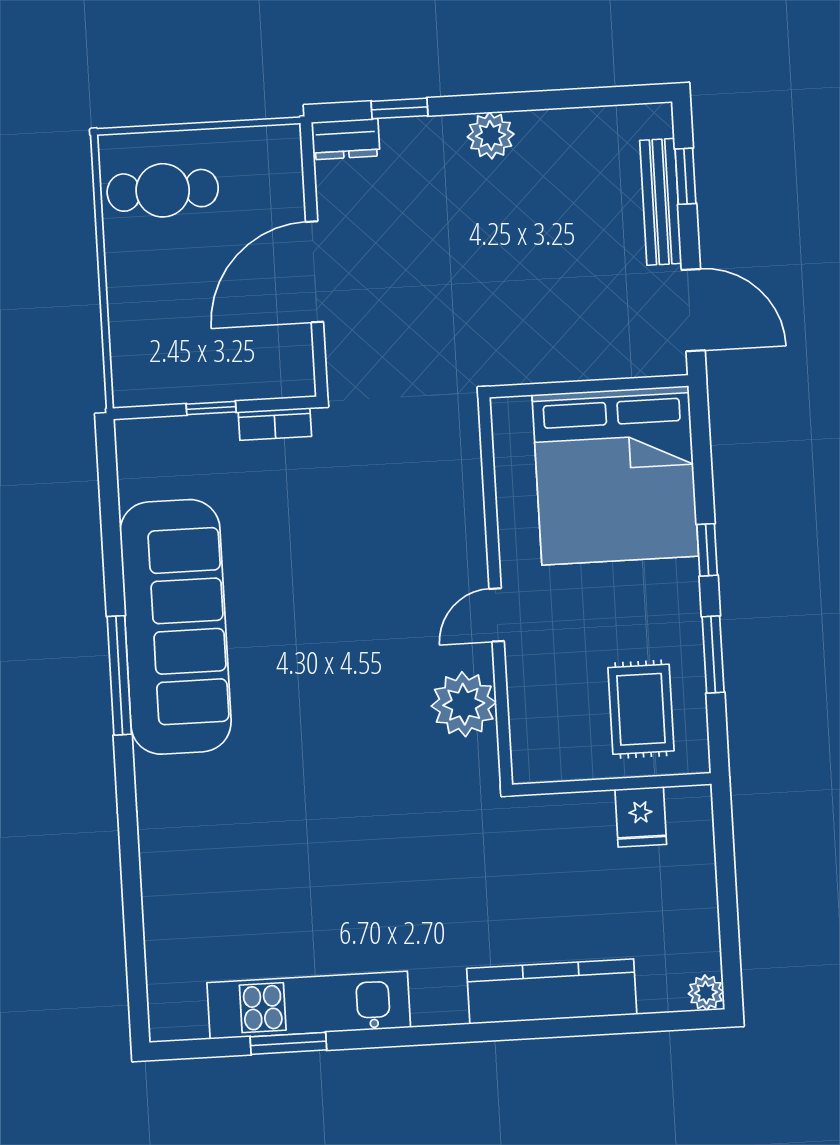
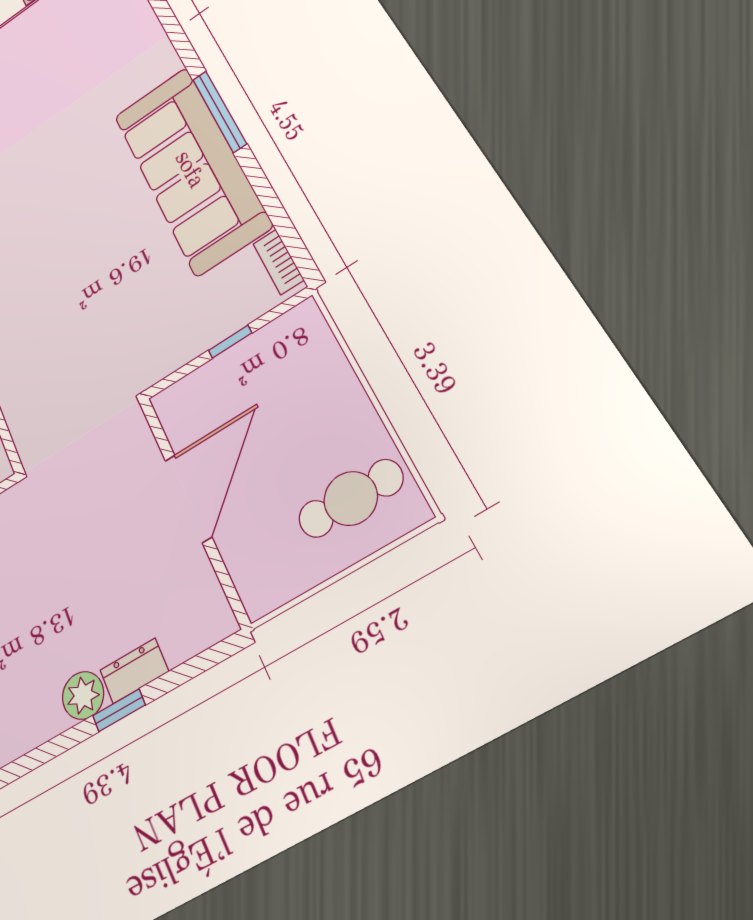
window: (400, 108) -> (119, 710), moved
dresser: (346, 139) -> (134, 671), moved
bookcase: (275, 424) -> (278, 262), moved, turned -90

